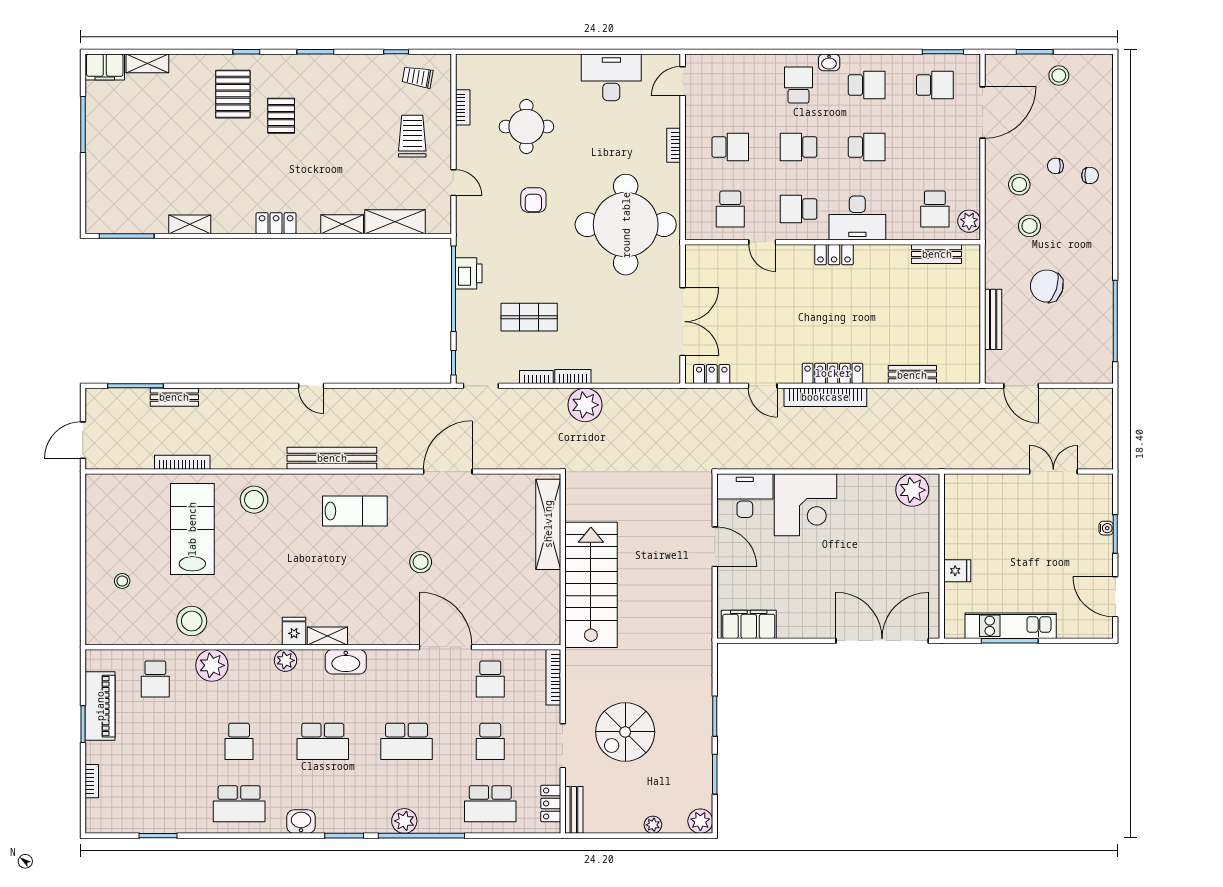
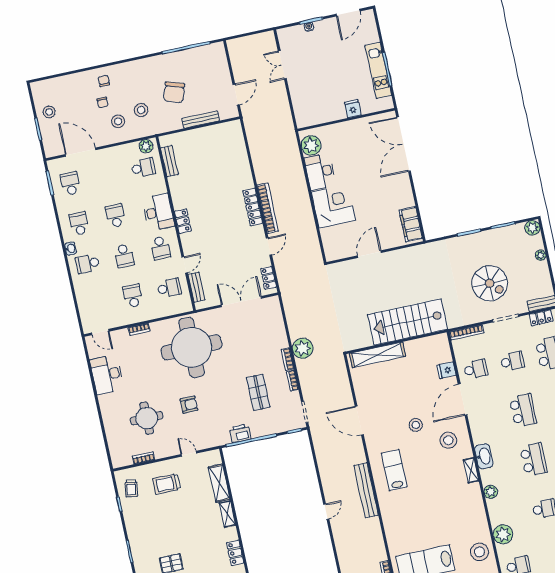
door: (453, 183) -> (189, 454), hinge flipped
bench: (912, 375) -> (196, 287), moved
desk: (745, 496) -> (320, 172), moved
stool: (254, 500) -> (448, 440), moved
fridge: (294, 631) -> (446, 370), moved

